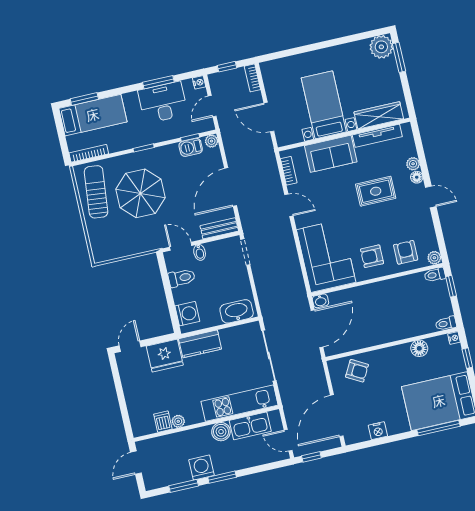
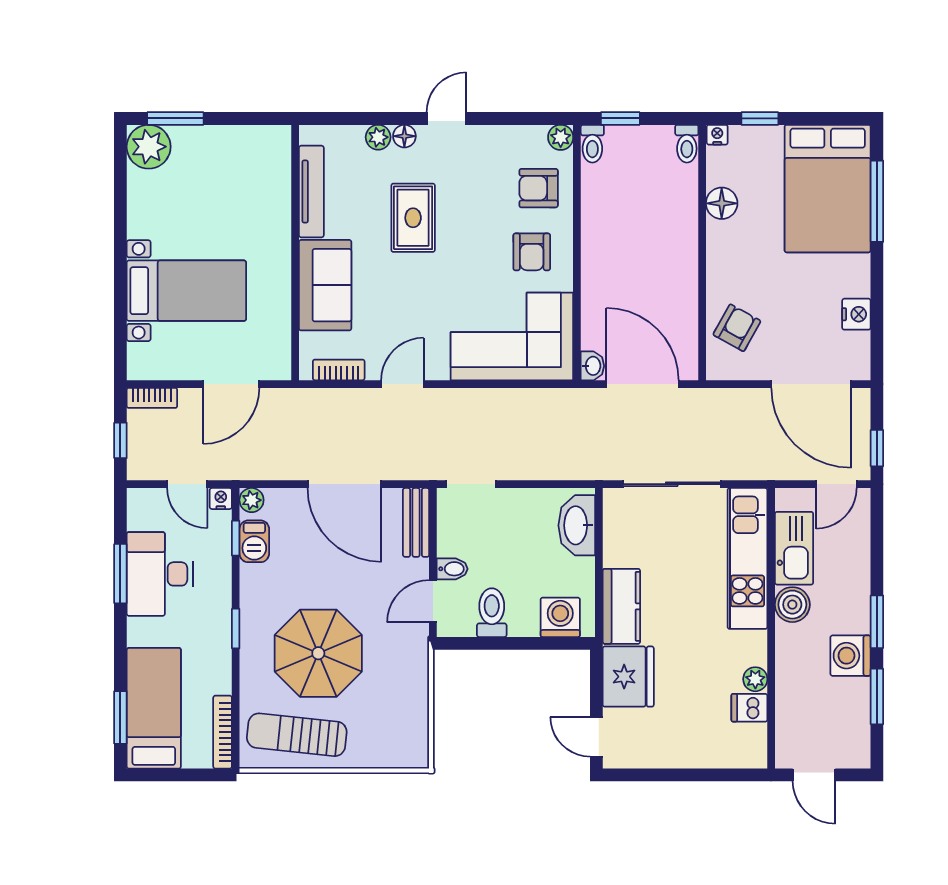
nightstand: (199, 82) -> (221, 498), moved
bed with nightstands: (324, 105) -> (186, 291), moved, turned 180
wardrobe: (379, 115) -> (274, 180), removed

